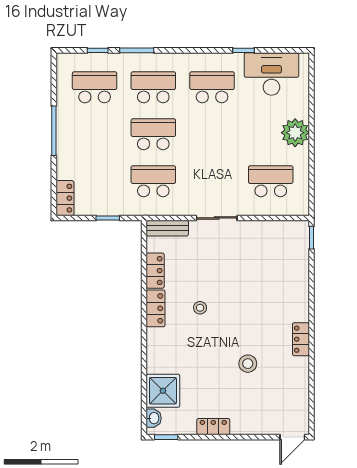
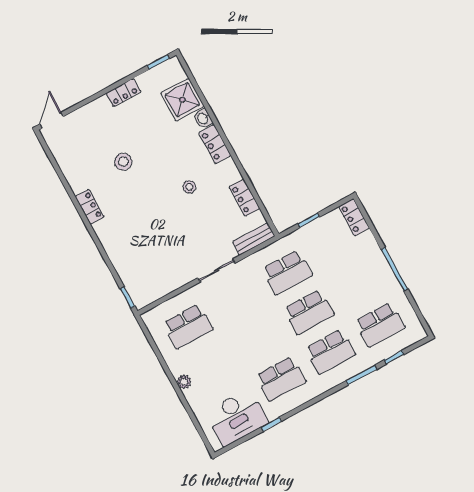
plant: (295, 133) -> (184, 382), width x0.53, depth x0.53
locker: (156, 308) -> (215, 144), moved
washbasin: (154, 418) -> (203, 119), moved

